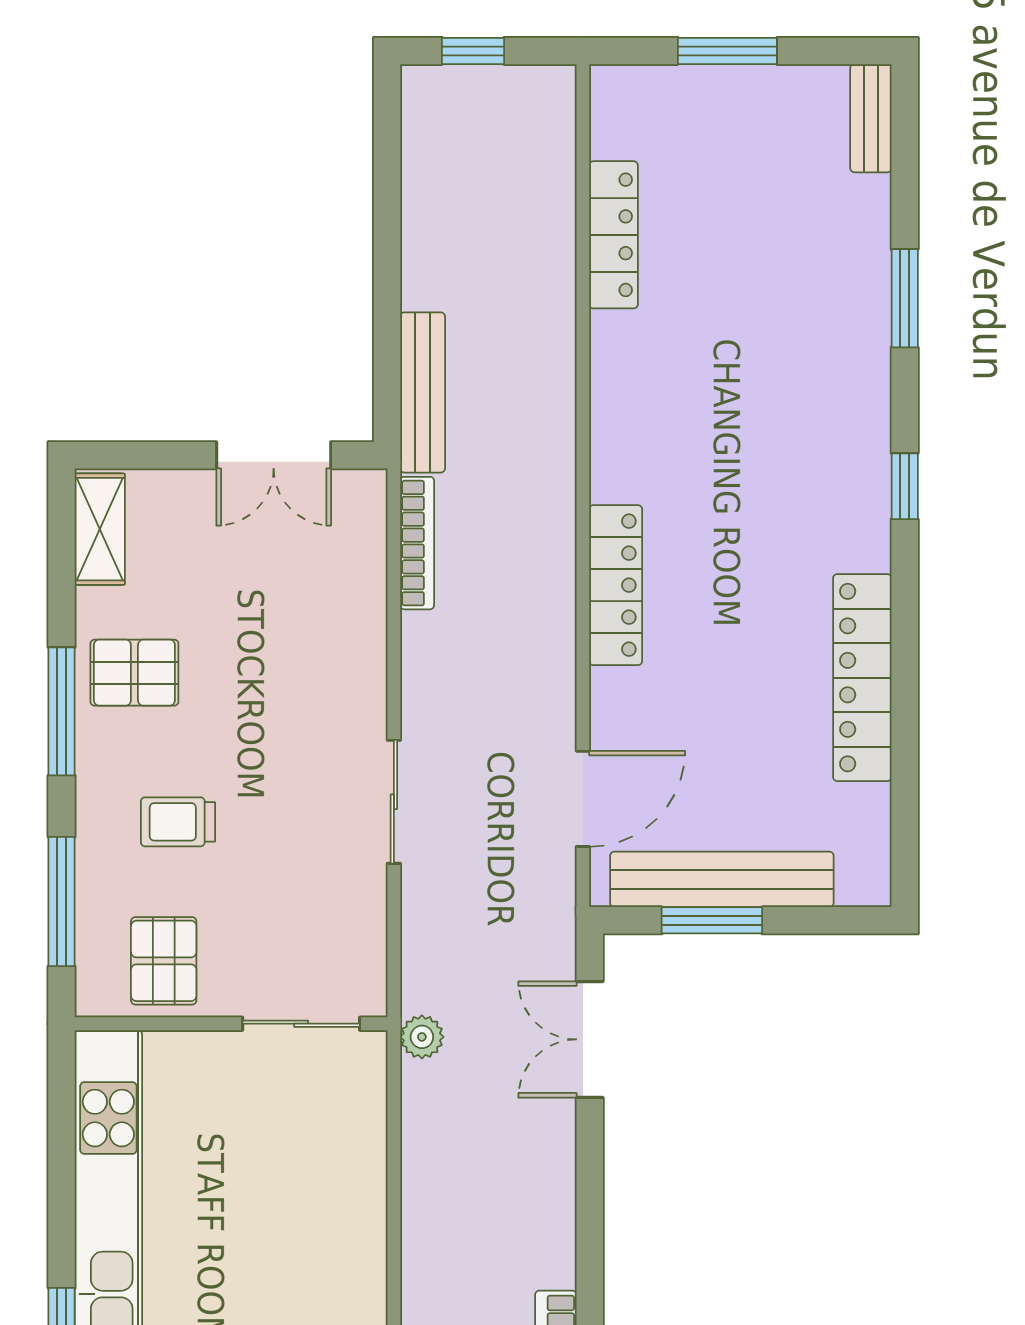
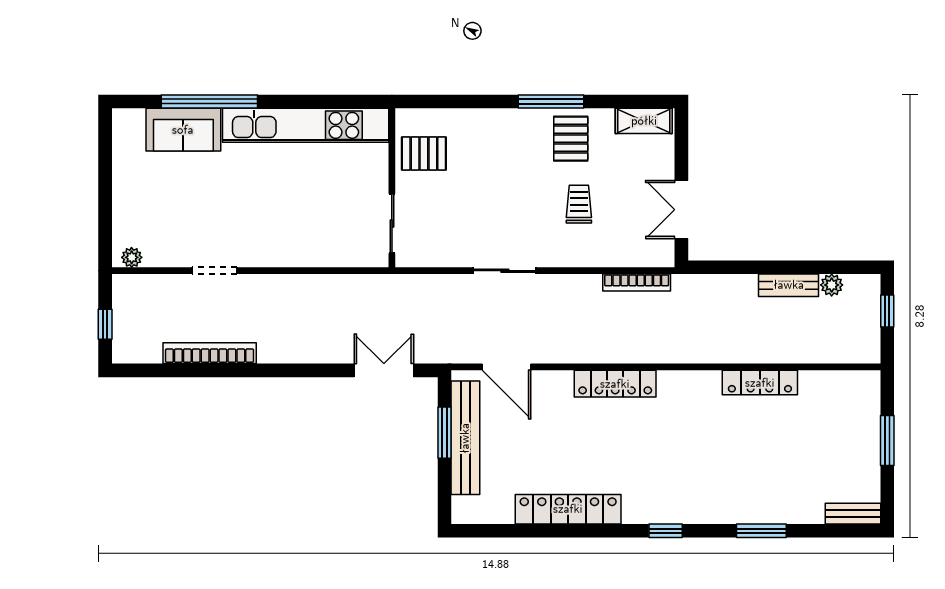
locker: (614, 235) -> (760, 383), moved
bench: (423, 392) -> (789, 285), moved, width x0.73
trolley: (178, 822) -> (579, 204), moved
window: (62, 902) -> (454, 101), removed
plant: (422, 1037) -> (832, 285), moved

